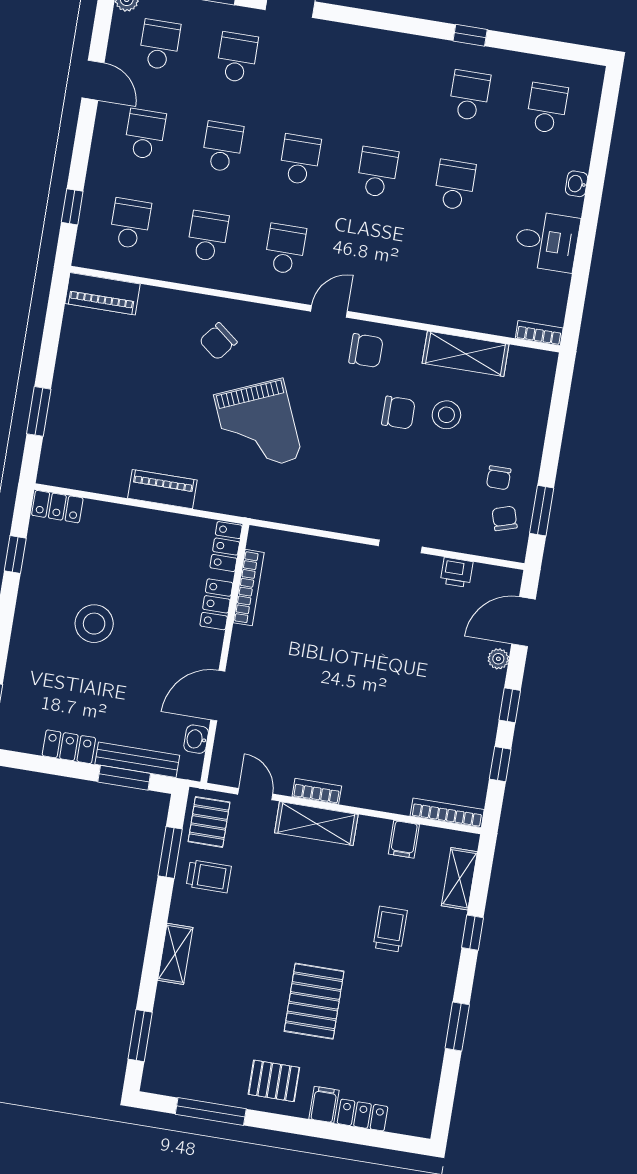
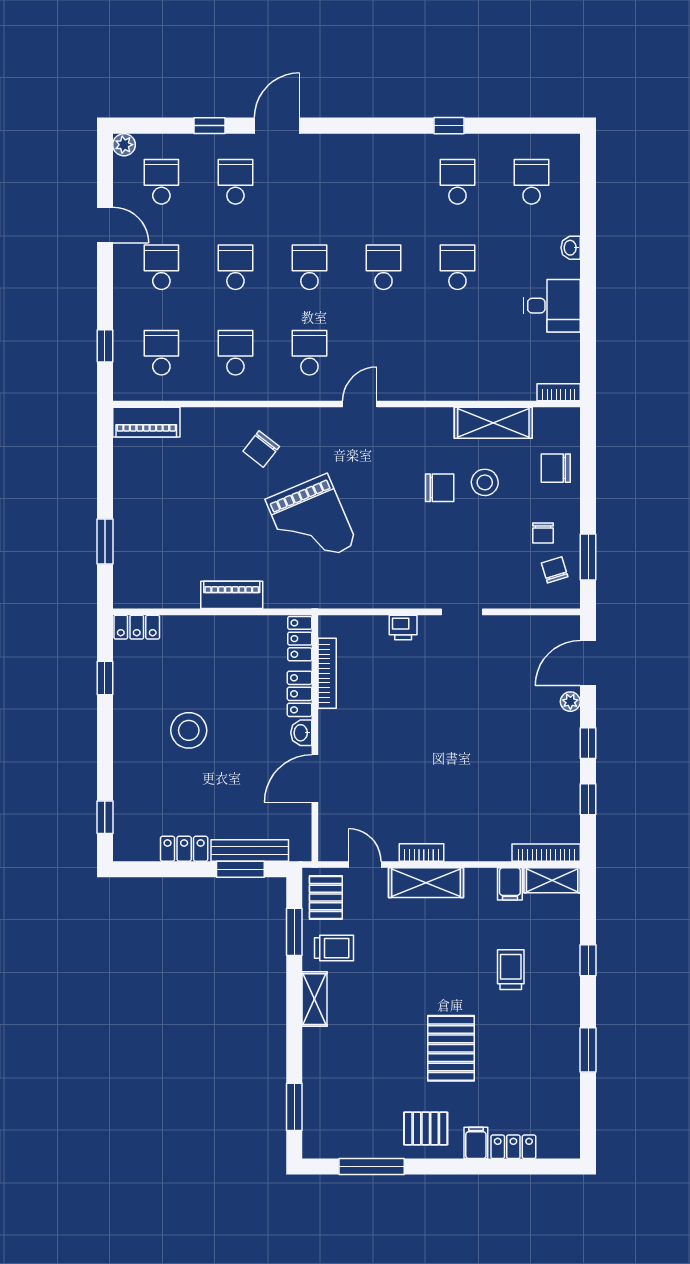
chair: (366, 351) -> (556, 468), moved, turned 180
printer: (457, 572) -> (403, 628), moved
washbasin: (196, 739) -> (301, 733), moved
shelving: (459, 879) -> (552, 880), moved, turned 90
shelving: (175, 954) -> (315, 999), moved

